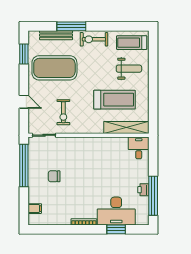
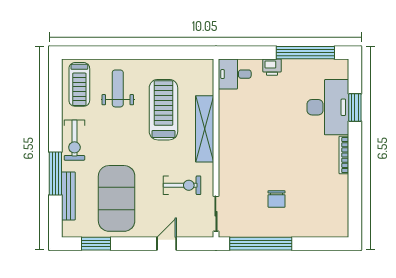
shelving: (126, 127) -> (205, 129), moved
printer: (143, 190) -> (272, 67), moved
filing cabinet: (35, 209) -> (324, 228), removed

